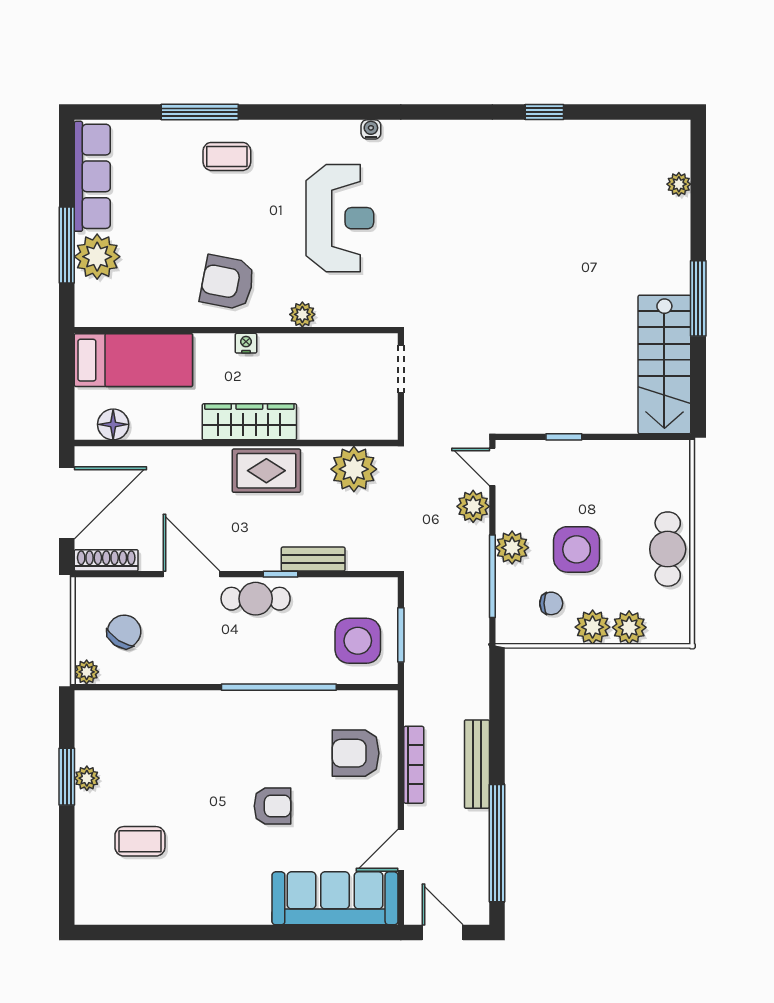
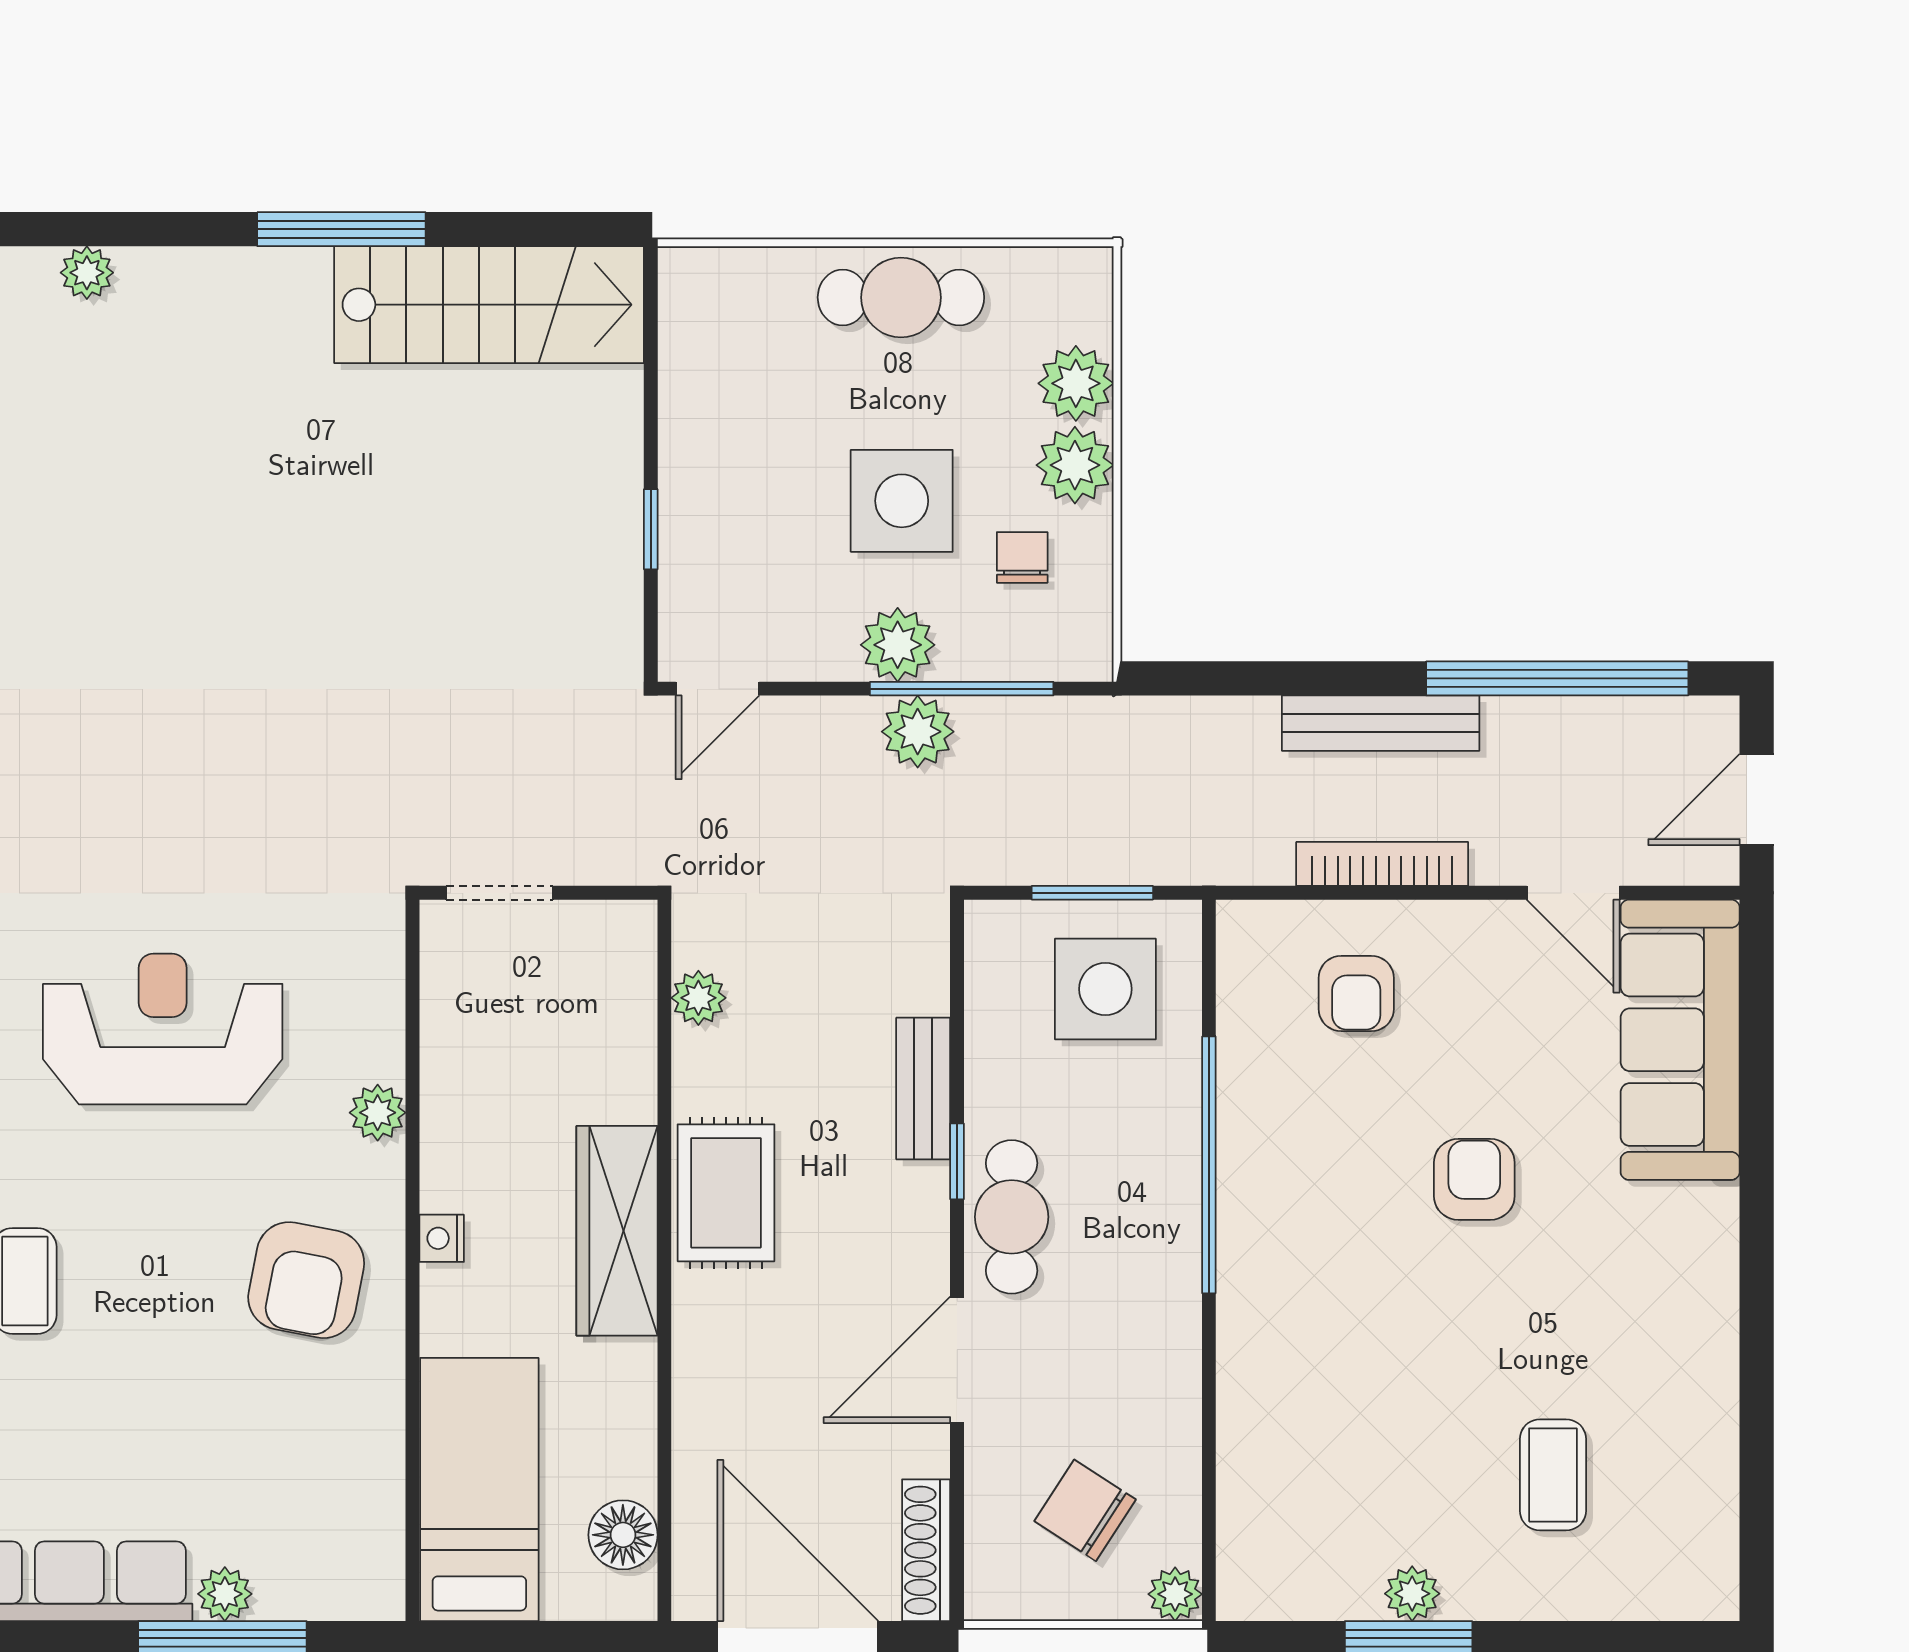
plant: (97, 257) -> (225, 1594), width x0.53, depth x0.53
plant: (354, 469) -> (698, 998), width x0.53, depth x0.53
plant: (473, 506) -> (918, 732), moved
armchair: (356, 753) -> (1356, 994), width x0.72, depth x0.72

